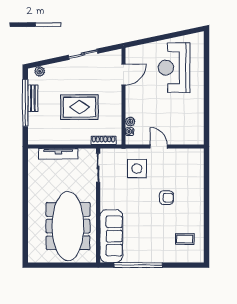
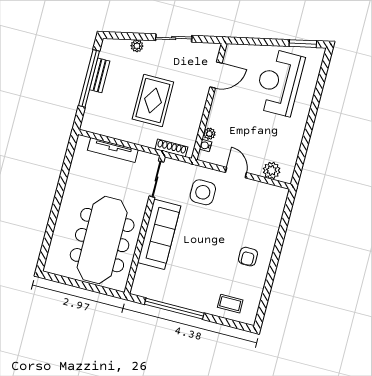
window: (185, 32) -> (303, 44), added
plant: (40, 71) -> (137, 46), moved
rug: (79, 107) -> (153, 101), turned 90
plant: (186, 138) -> (272, 170), added
armchair: (166, 198) -> (248, 257), moved, turned 90
sofa: (111, 236) -> (159, 234), moved
coffee table: (185, 239) -> (230, 304), moved

